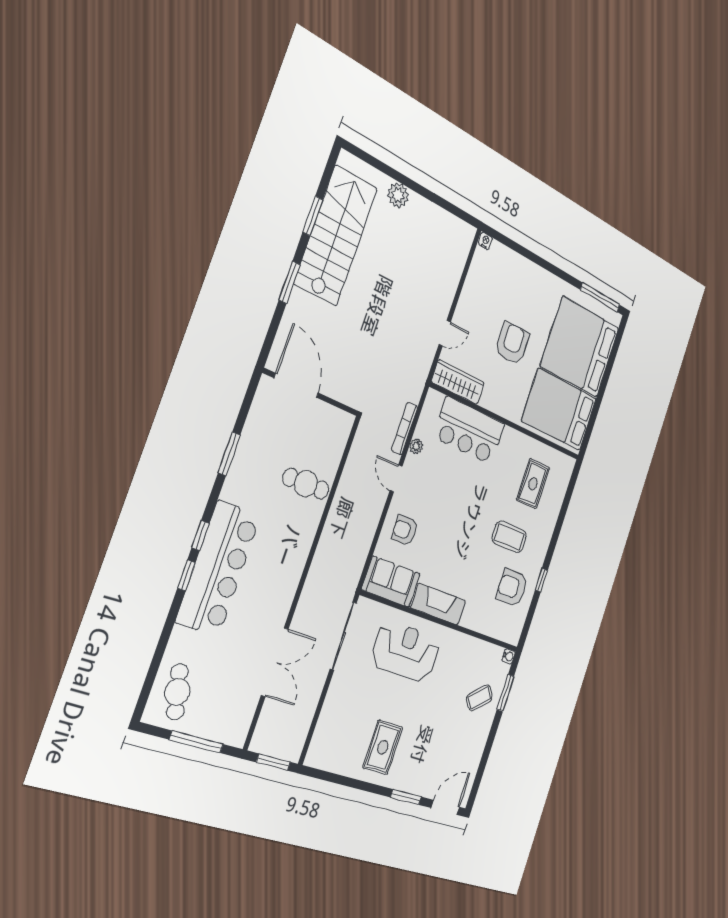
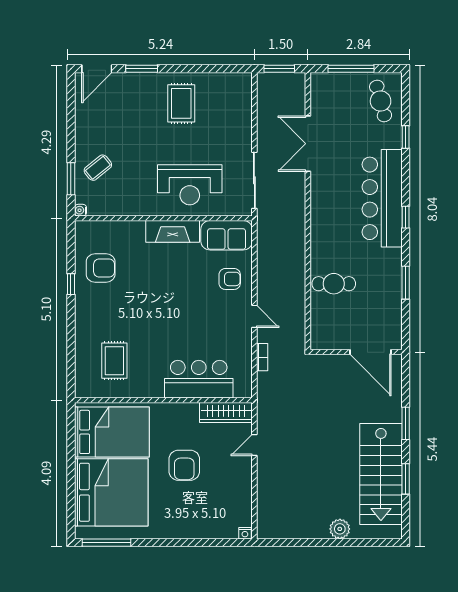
bookcase: (405, 429) -> (262, 357), width x0.64
plant: (416, 446) -> (246, 348), removed
coffee table: (509, 537) -> (122, 309), removed
window: (186, 575) -> (406, 137), moved

